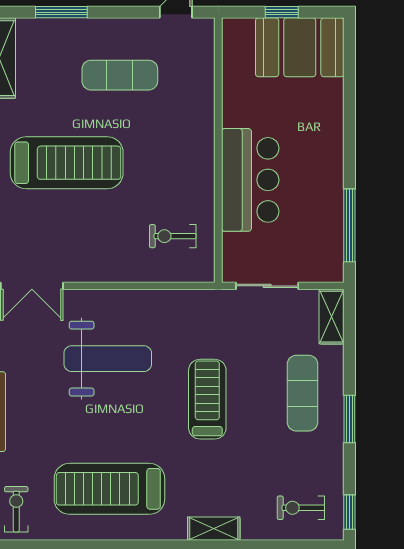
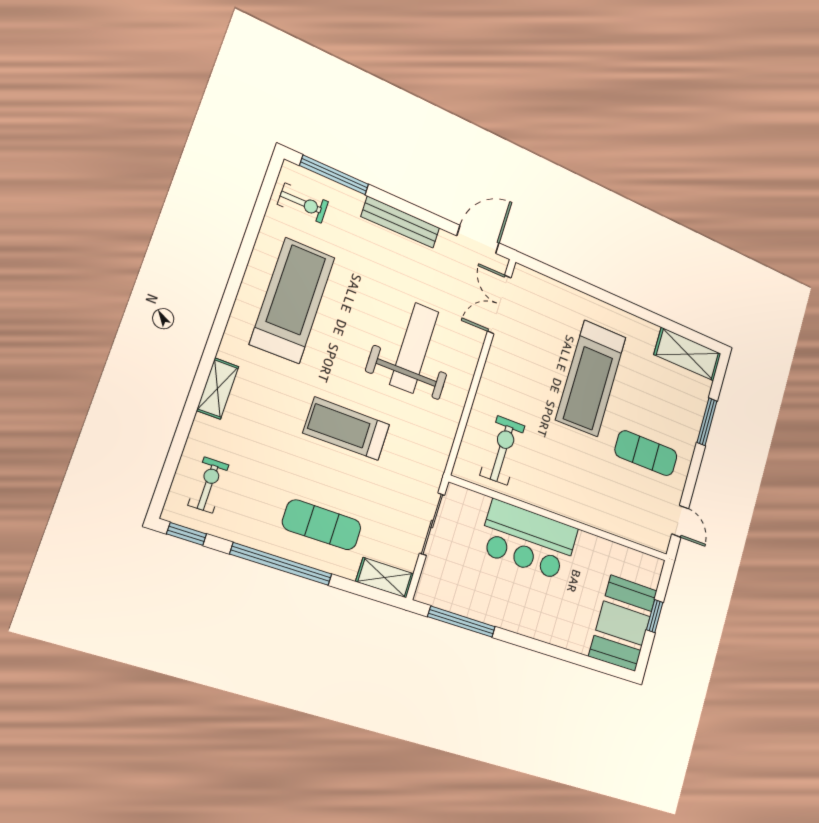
exercise mat: (120, 75) -> (646, 453), turned 90
exercise bike: (173, 236) -> (502, 450), width x1.38, depth x1.39
weight bench: (108, 359) -> (414, 348), turned 180
treadmill: (207, 399) -> (347, 429), turned 180
window: (349, 419) -> (281, 564), width x2.11

